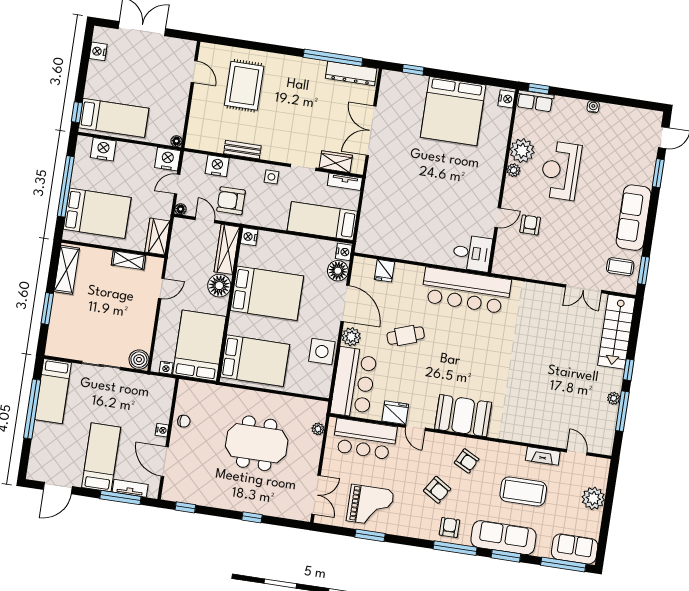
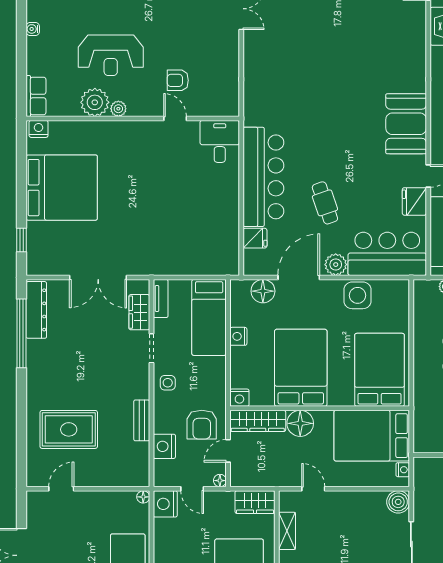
window: (539, 89) -> (21, 94), removed
nightstand: (344, 252) -> (238, 336), moved, turned -90
bar counter: (466, 290) -> (263, 177), moved

